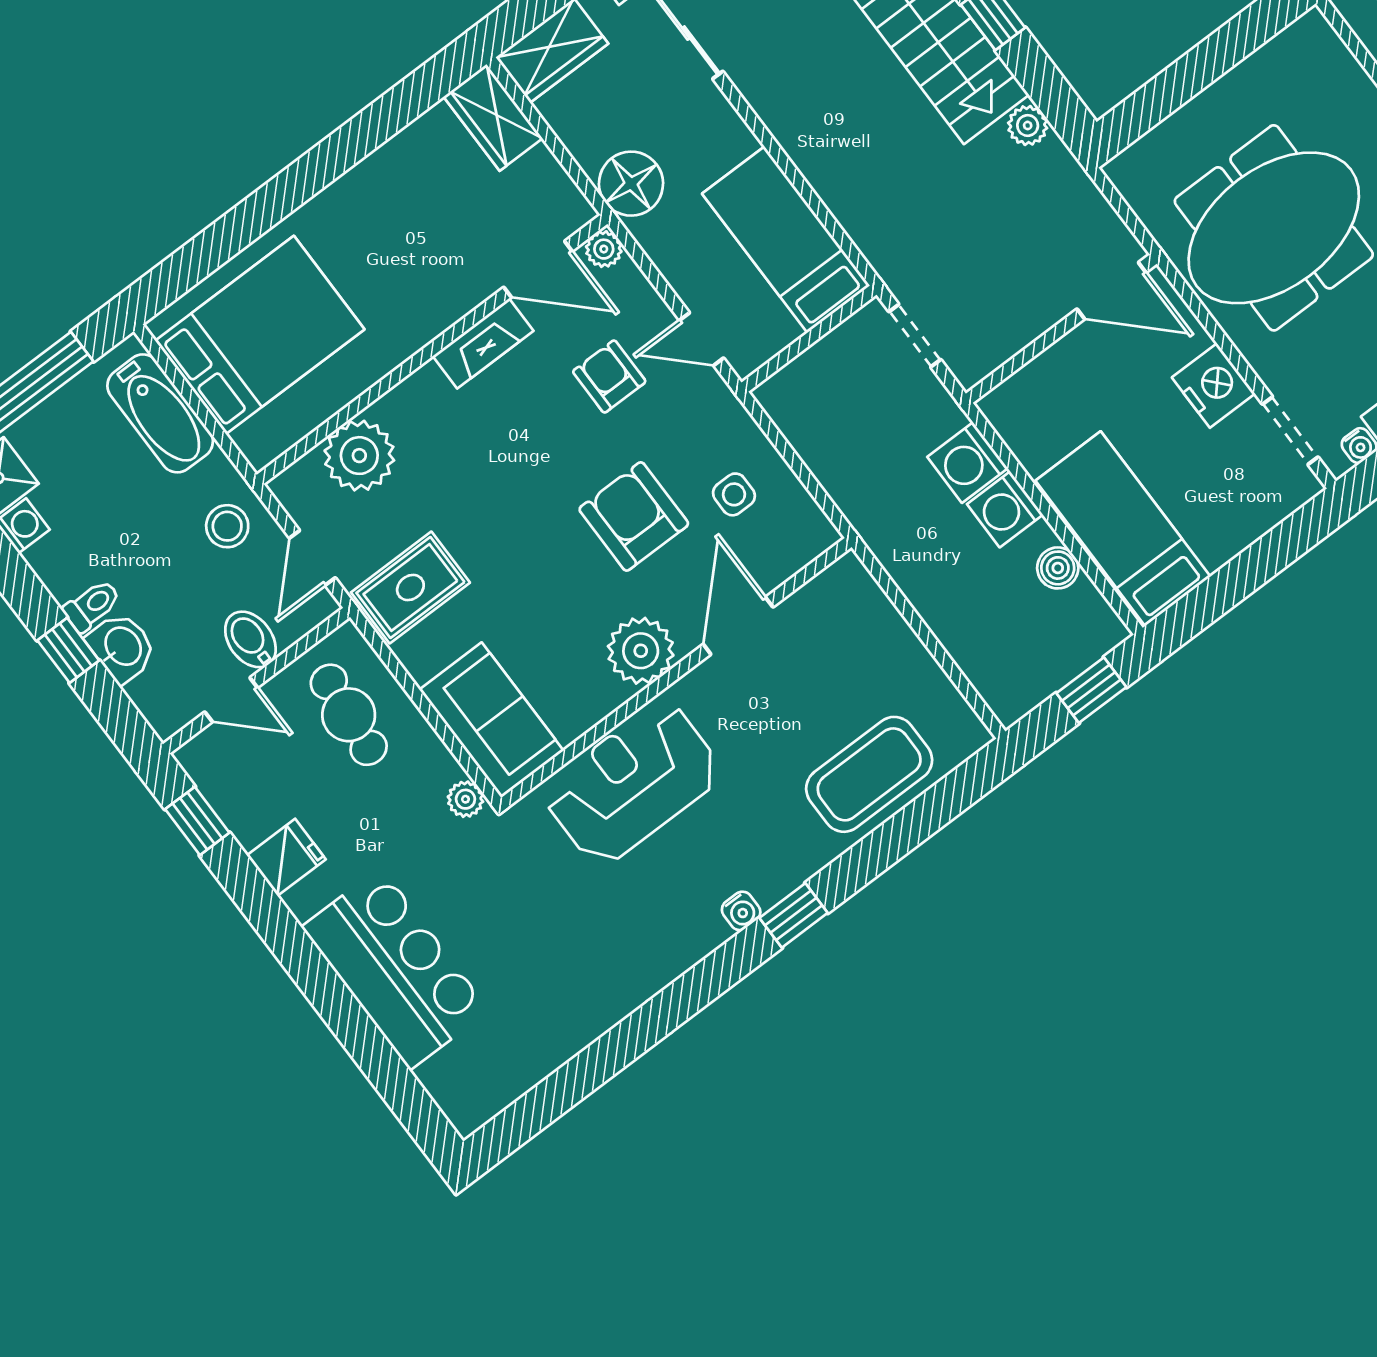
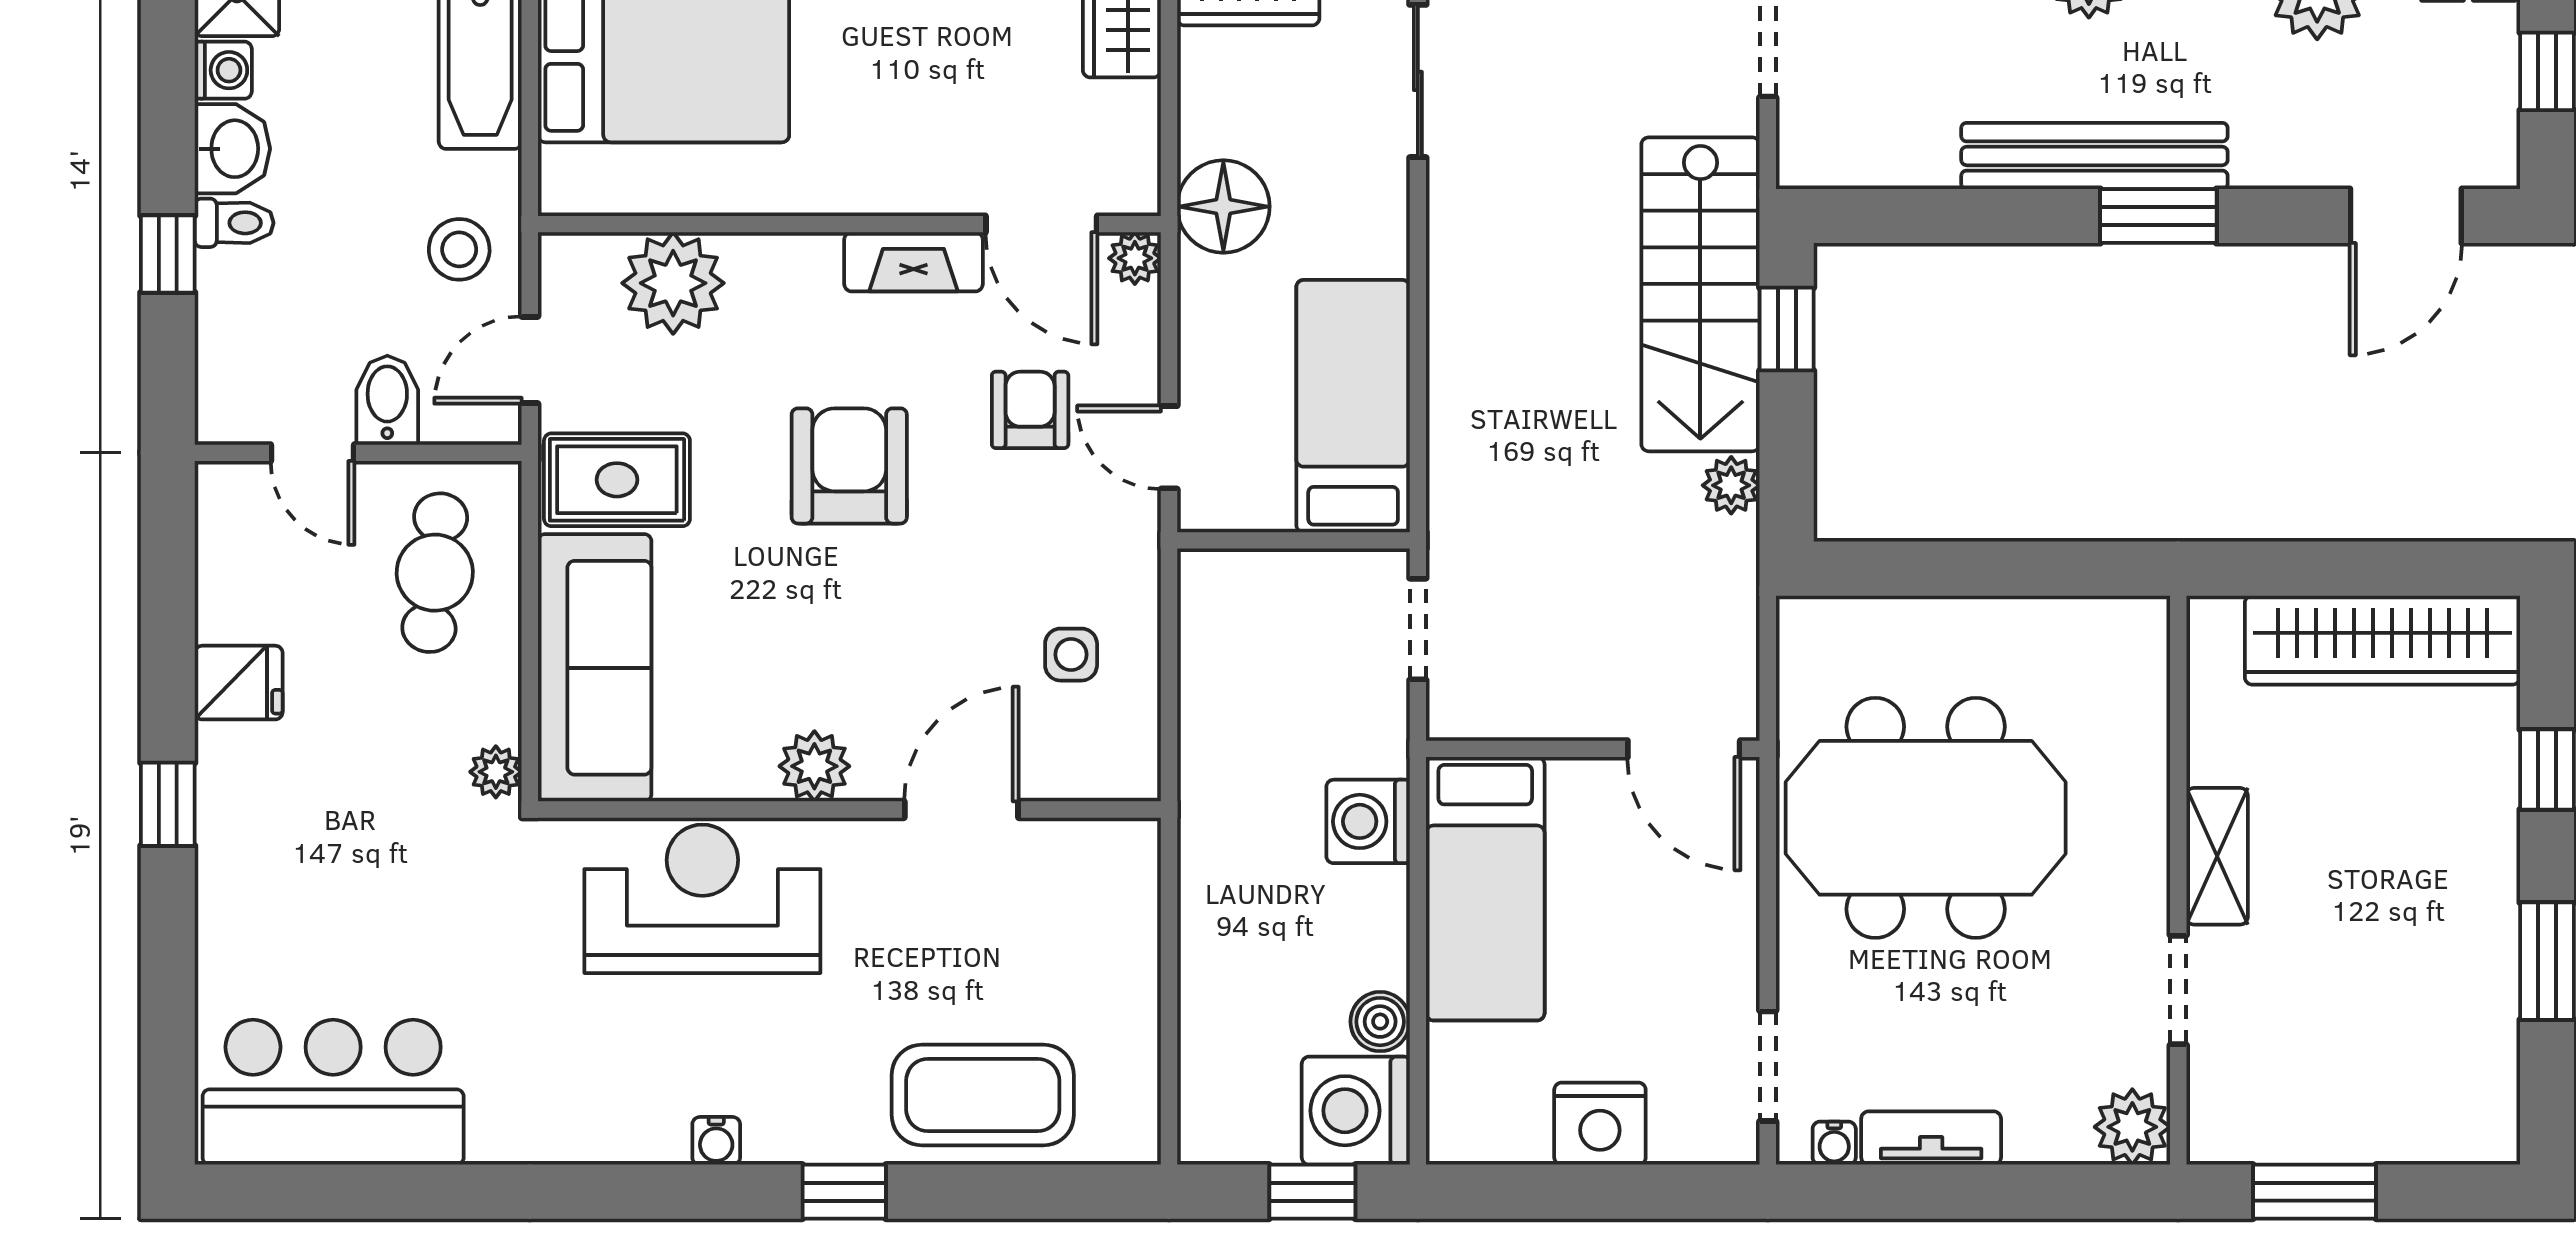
nightstand: (1213, 386) -> (1600, 1124), moved, turned 90
washing machine: (1005, 509) -> (1356, 1111), moved, width x1.37, depth x1.37
armchair: (634, 516) -> (849, 466), moved
bed: (1123, 529) -> (1485, 889), moved, turned 180
washbasin: (122, 647) -> (232, 149), moved
plant: (641, 651) -> (814, 766), width x0.73, depth x0.73
sofa: (491, 720) -> (595, 668), width x1.36
window: (197, 821) -> (168, 804), moved
window: (794, 915) -> (844, 1192), moved
bar counter: (395, 969) -> (333, 1092), moved, turned -90

